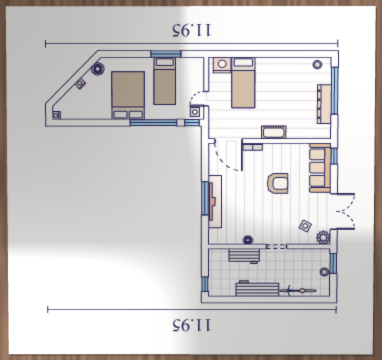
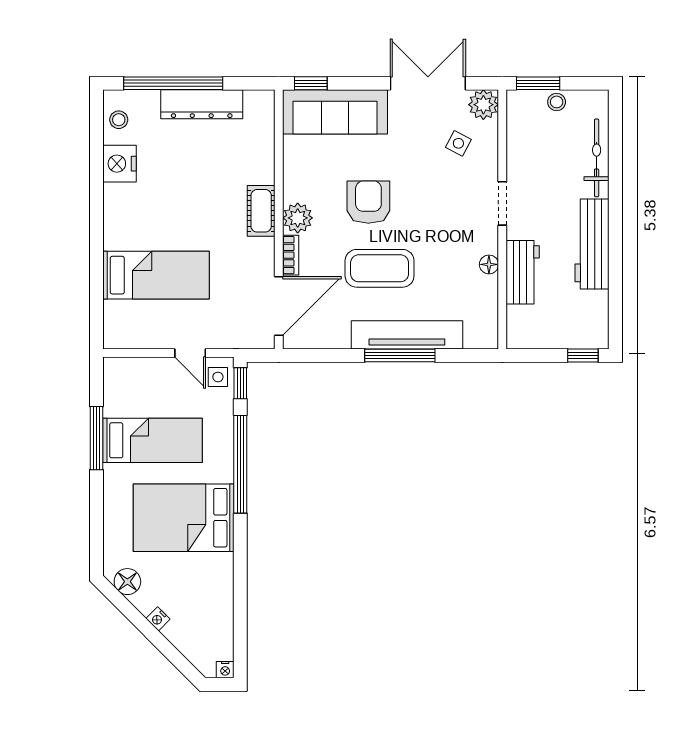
nightstand: (222, 65) -> (120, 164), moved
plant: (270, 150) -> (298, 218), added
coffee table: (246, 189) -> (380, 268), added

